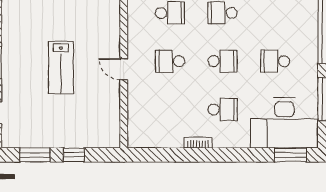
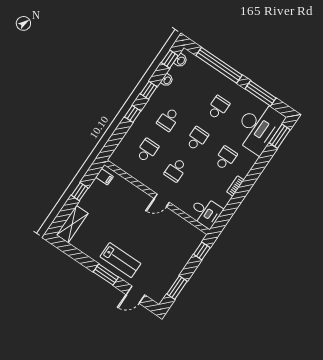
school desk: (275, 61) -> (218, 108), turned 180
lab bench: (61, 68) -> (120, 260), moved
desk: (145, 129) -> (206, 212), added
window: (74, 155) -> (202, 251), moved

